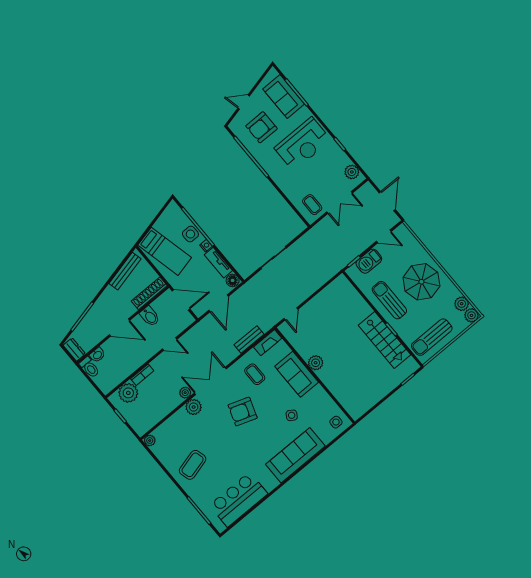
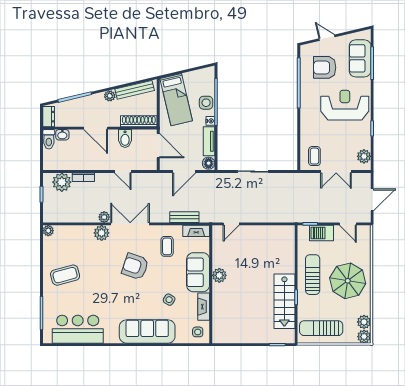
reception desk: (303, 144) -> (345, 105), turned 180
plant: (109, 292) -> (110, 96), added
fireplace: (324, 398) -> (204, 307), added

